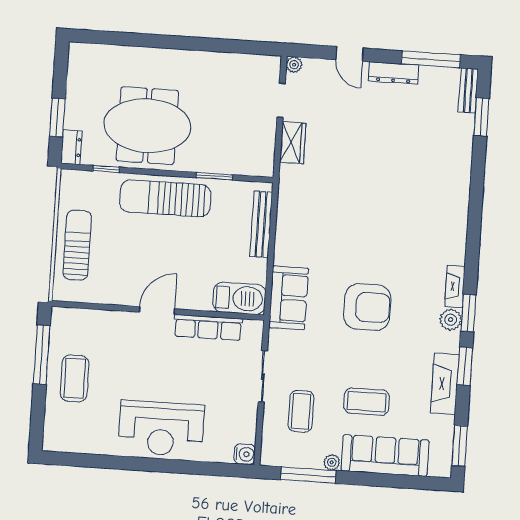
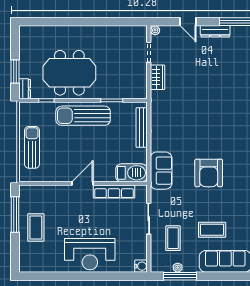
armchair: (367, 307) -> (209, 173), turned 90
plant: (332, 462) -> (178, 268), moved

